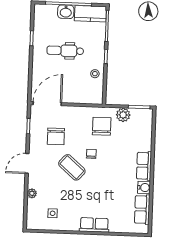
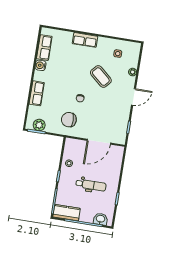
washbasin: (66, 12) -> (100, 219), moved
door: (47, 104) -> (99, 142), moved
plant: (123, 115) -> (39, 125), moved
chair: (102, 126) -> (69, 120), turned 90
chair: (56, 136) -> (107, 116), removed
row of seats: (144, 166) -> (37, 93), moved
coffee table: (72, 167) -> (101, 77), moved

